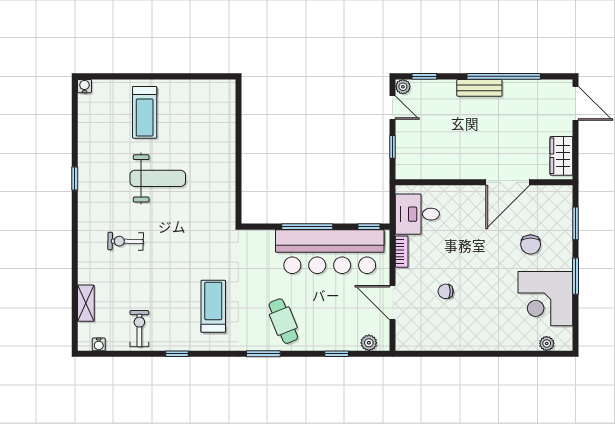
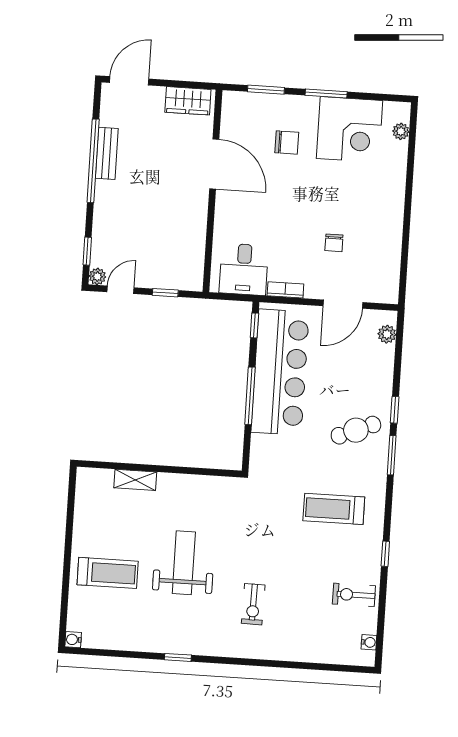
bench: (479, 88) -> (107, 153), moved
shelving: (86, 303) -> (135, 480), moved
window: (337, 354) -> (395, 410), moved

